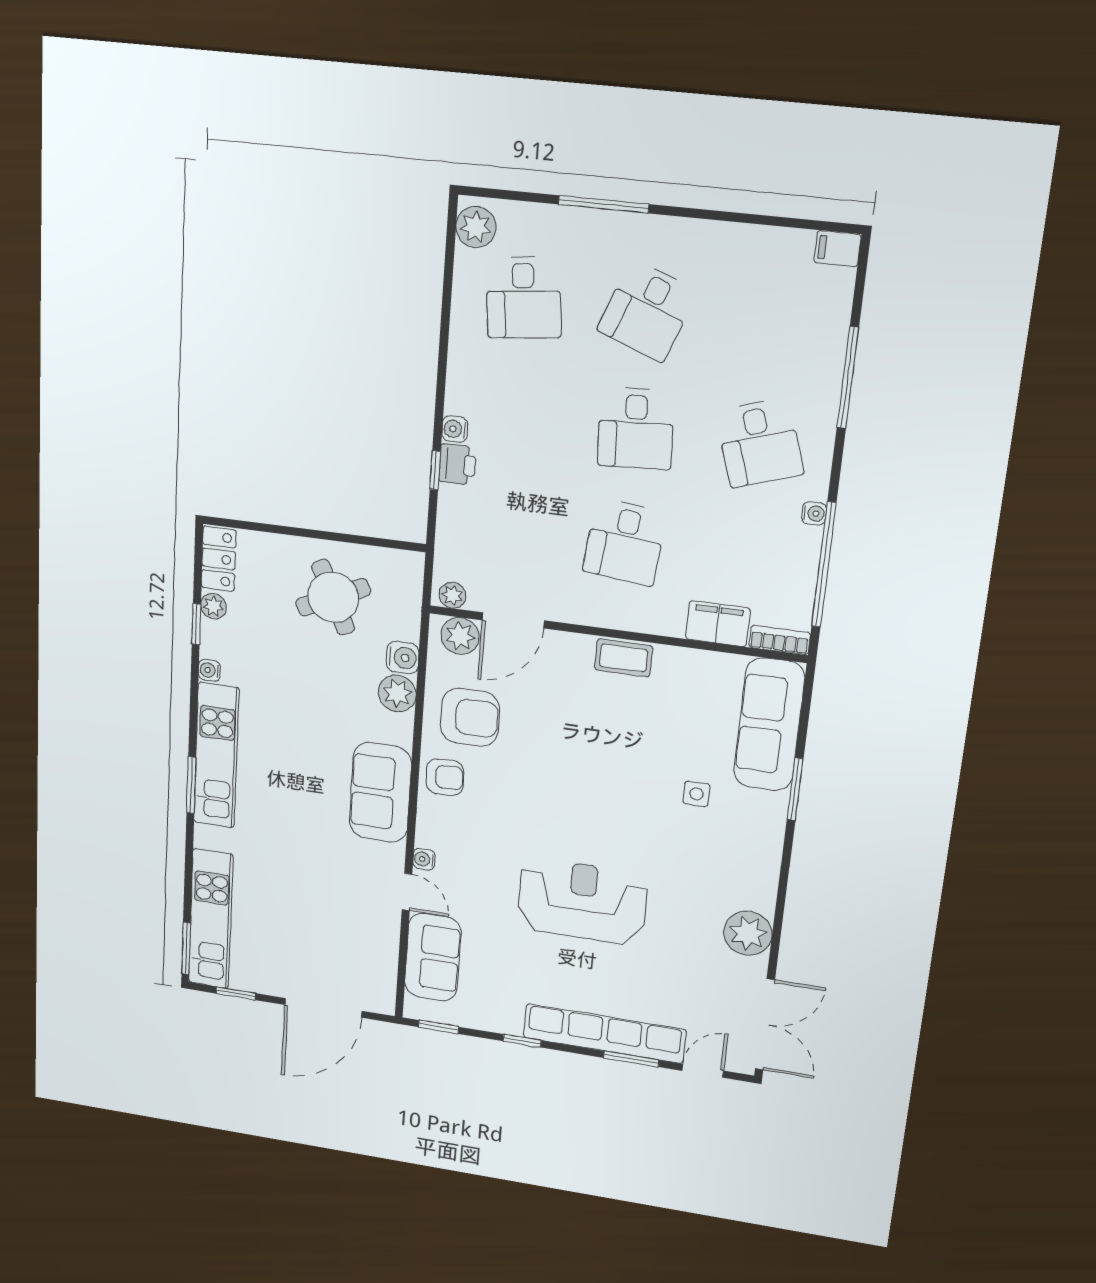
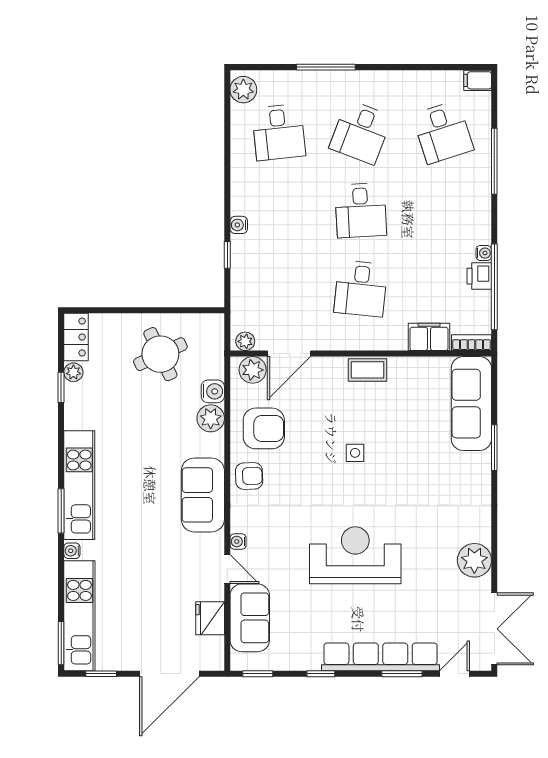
desk: (759, 443) -> (443, 132), moved
printer: (457, 464) -> (479, 276), moved, turned 180
water cooler: (209, 670) -> (72, 551), moved
side table: (696, 794) -> (355, 453), moved
fridge: (380, 949) -> (210, 618), added

